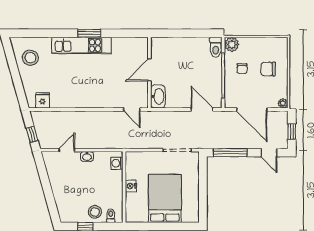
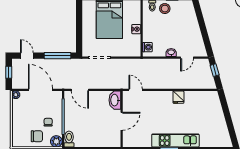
stool: (30, 58) -> (216, 131), removed
chair: (268, 69) -> (37, 136), moved
fridge: (43, 100) -> (178, 97), moved

